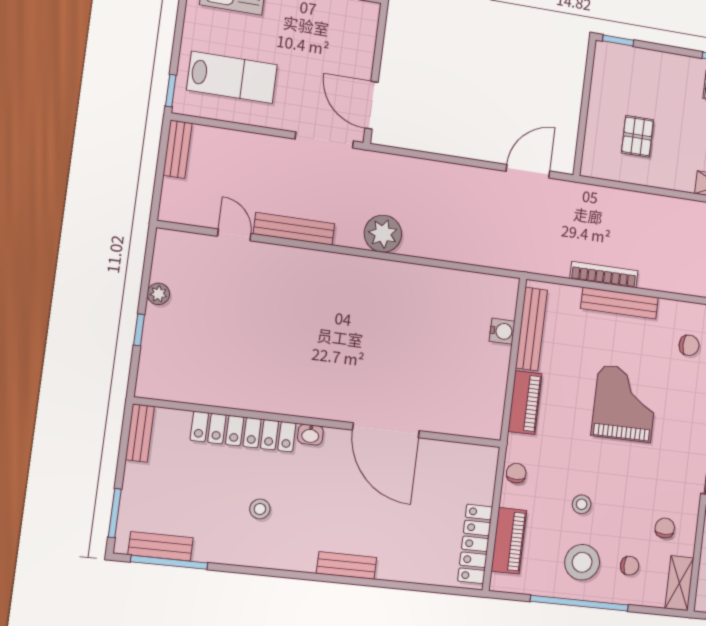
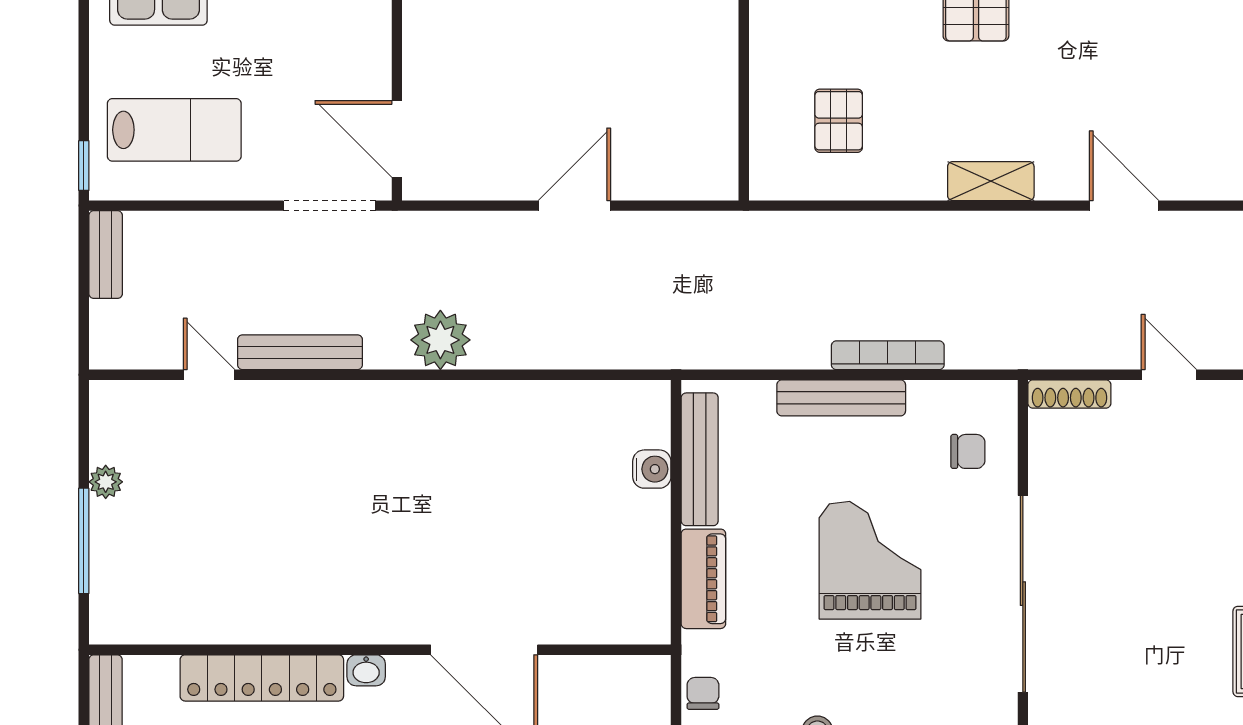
door: (528, 171) -> (574, 206), moved
bookcase: (604, 275) -> (888, 355), moved
window: (139, 330) -> (84, 541), width x2.17

